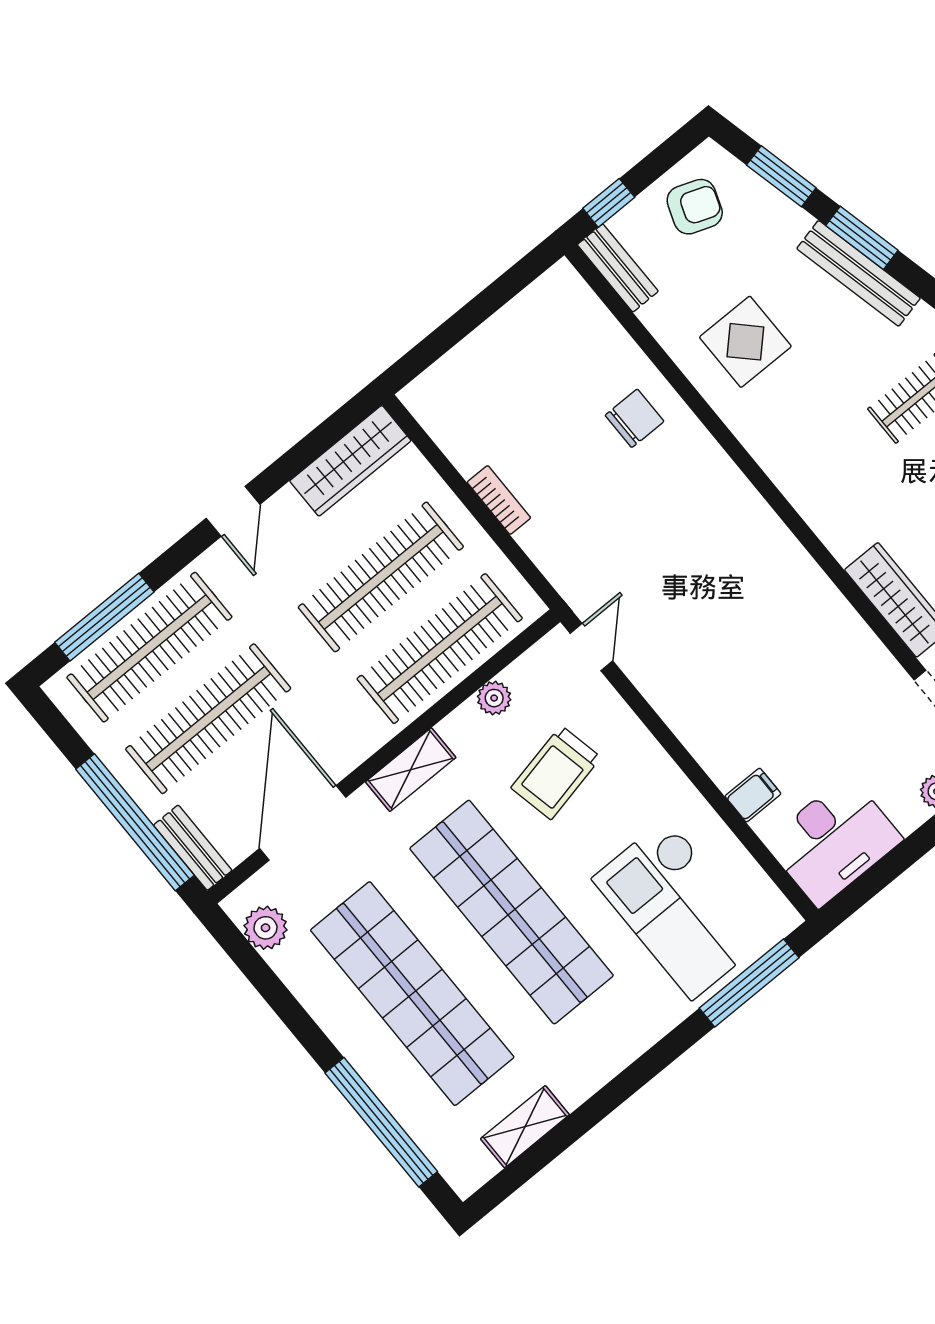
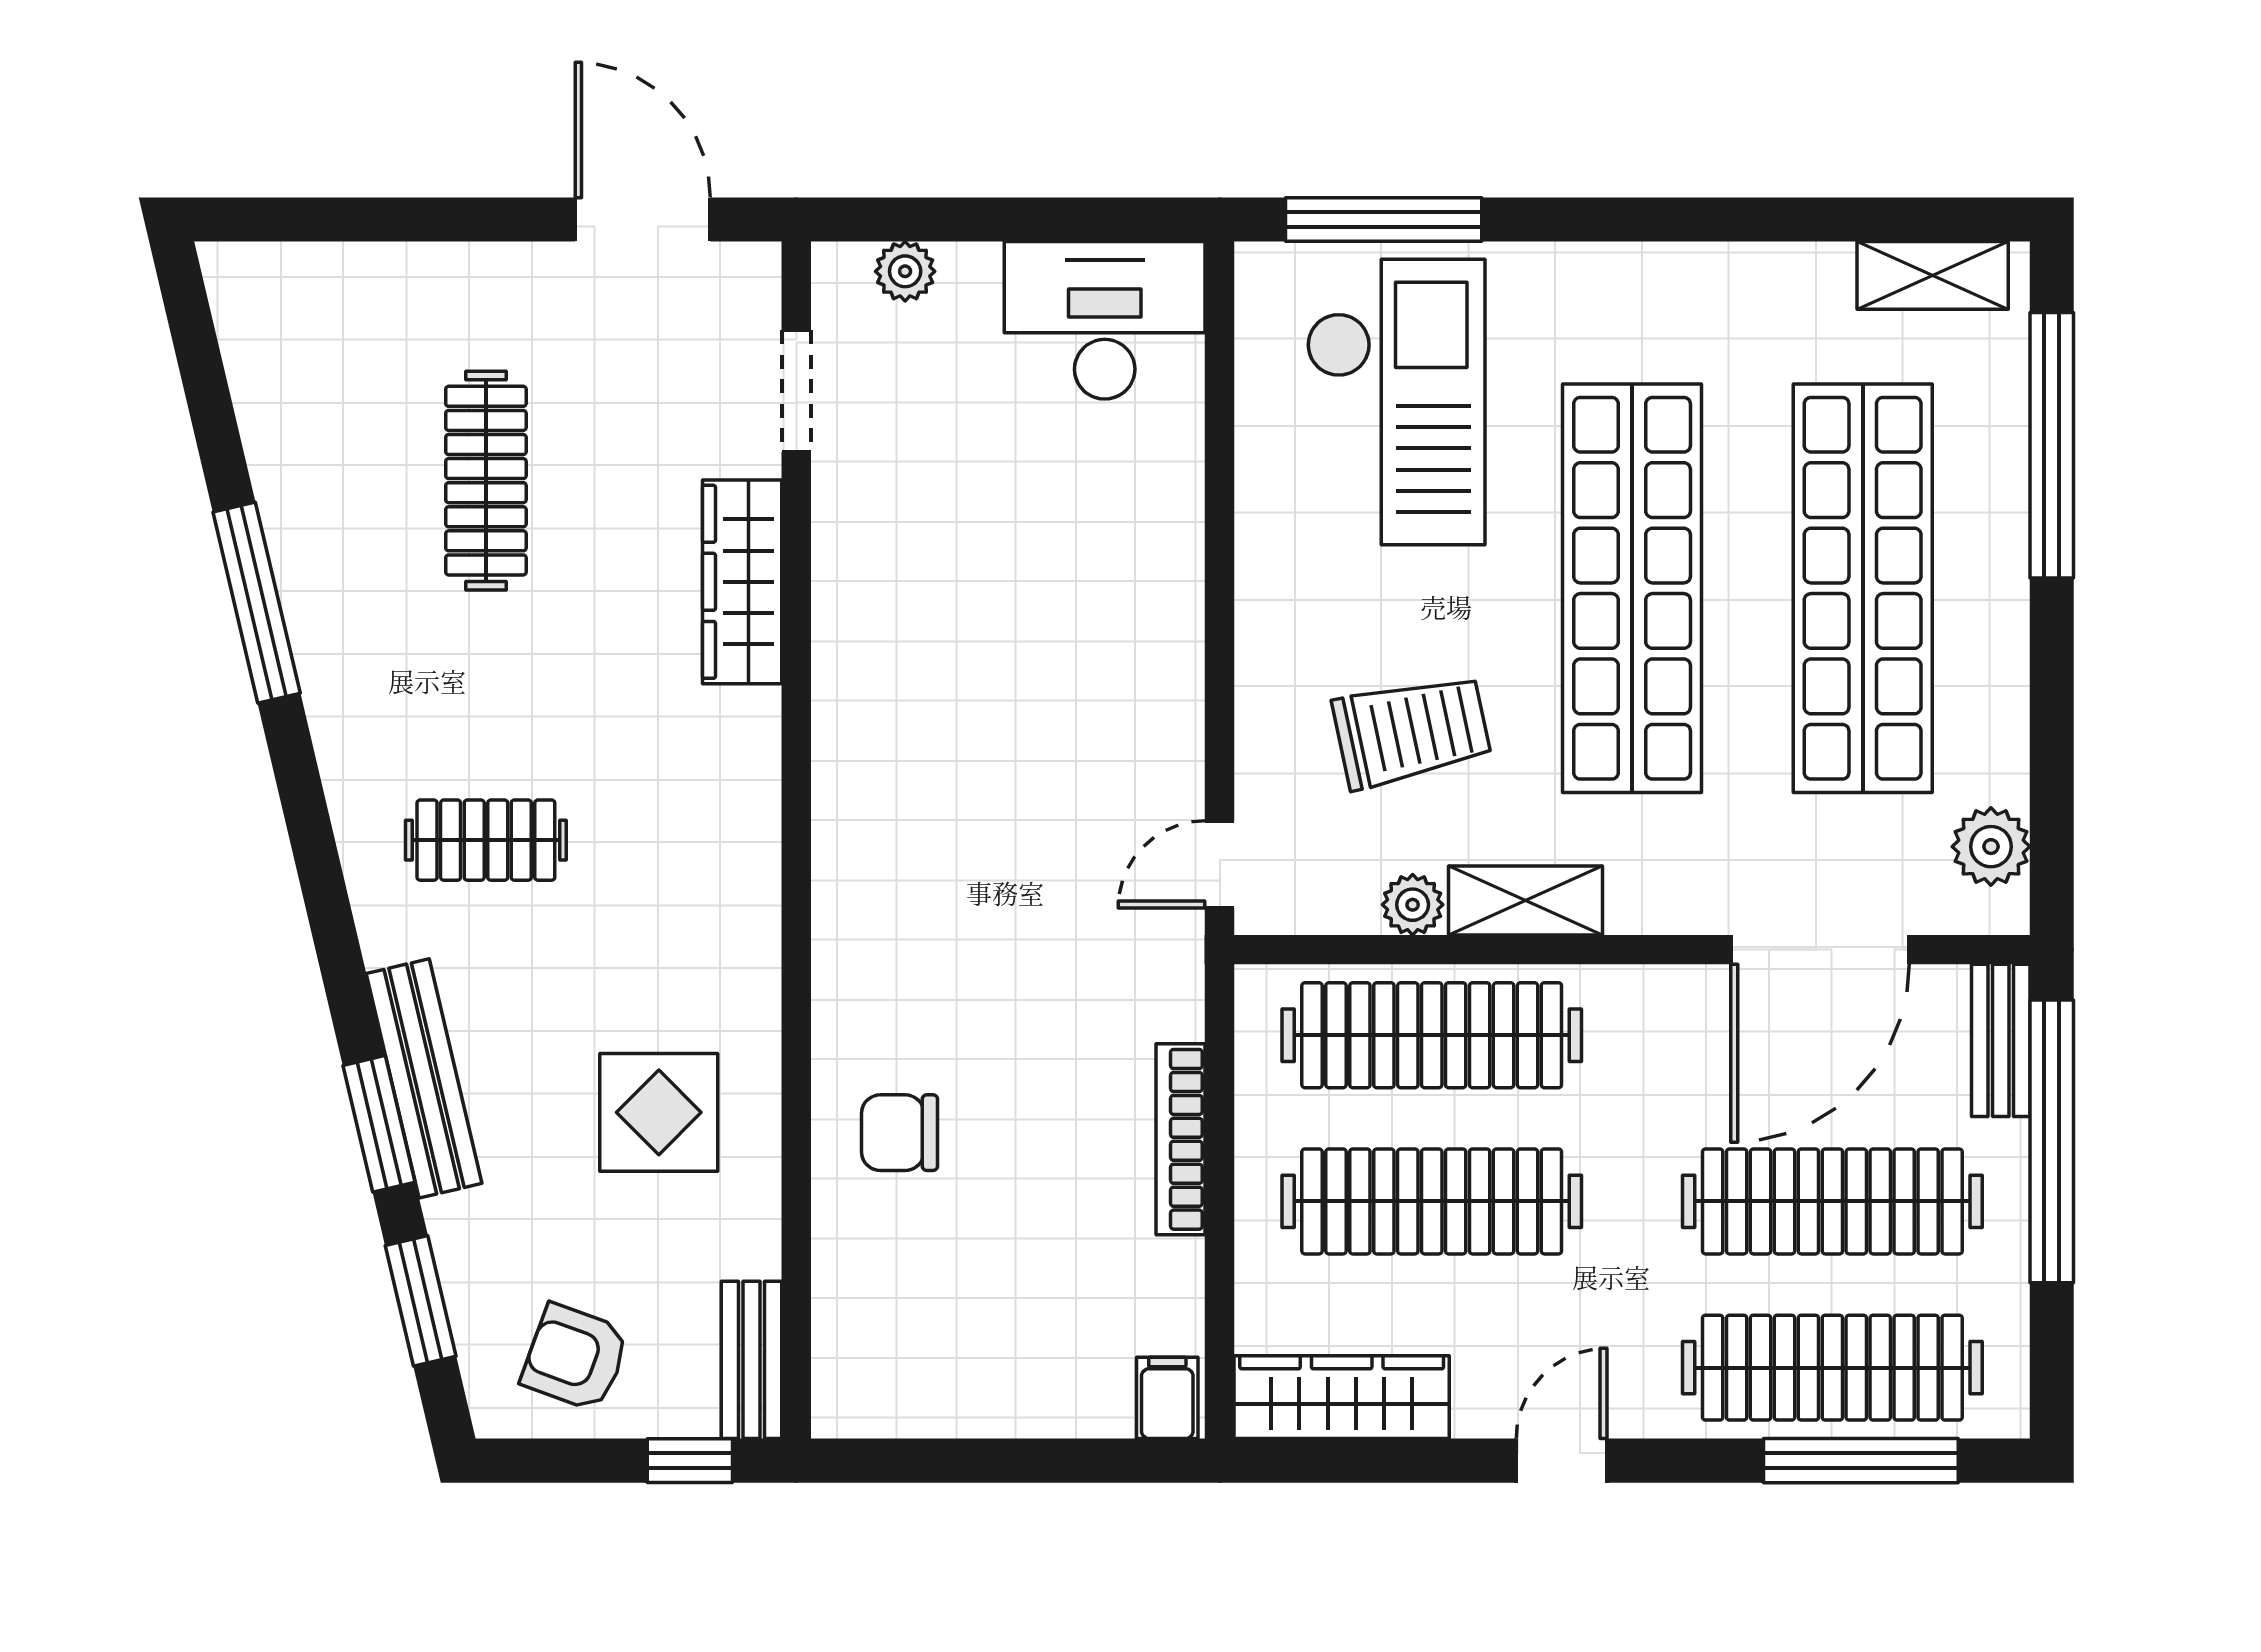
bookcase: (499, 500) -> (1181, 1139), width x1.56
shelving: (411, 770) -> (1526, 900), moved
filing cabinet: (753, 795) -> (1167, 1398), moved, turned 90
shelving: (525, 1127) -> (1933, 275), moved

